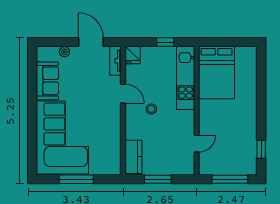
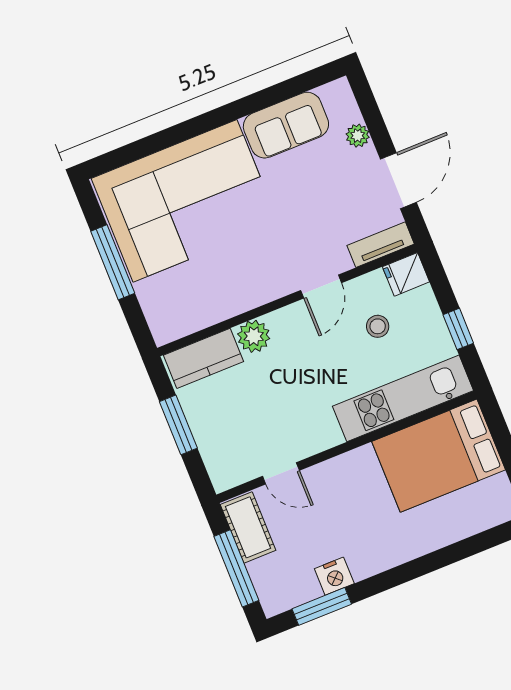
stool: (151, 109) -> (378, 326), moved
plant: (133, 131) -> (254, 336), added
nightstand: (250, 138) -> (334, 576), added
window: (261, 149) -> (322, 606), width x1.50
cot: (214, 167) -> (248, 527), added

